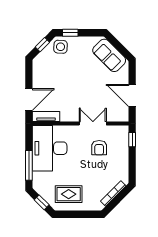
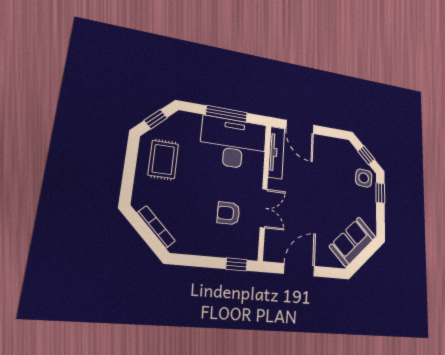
tv unit: (46, 117) -> (276, 153), width x1.41
window: (29, 165) -> (227, 114), moved

